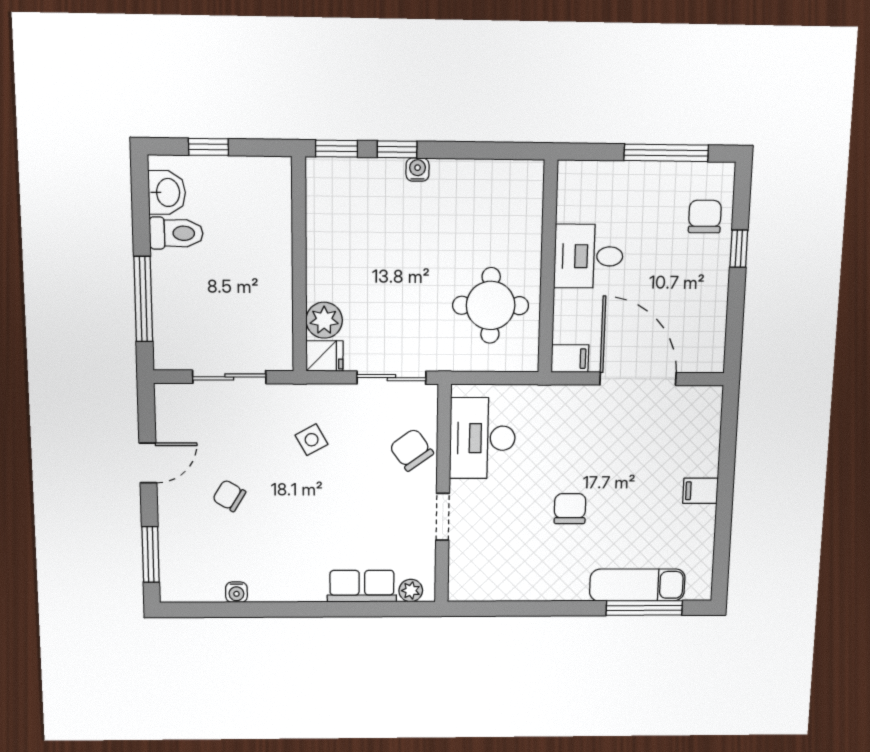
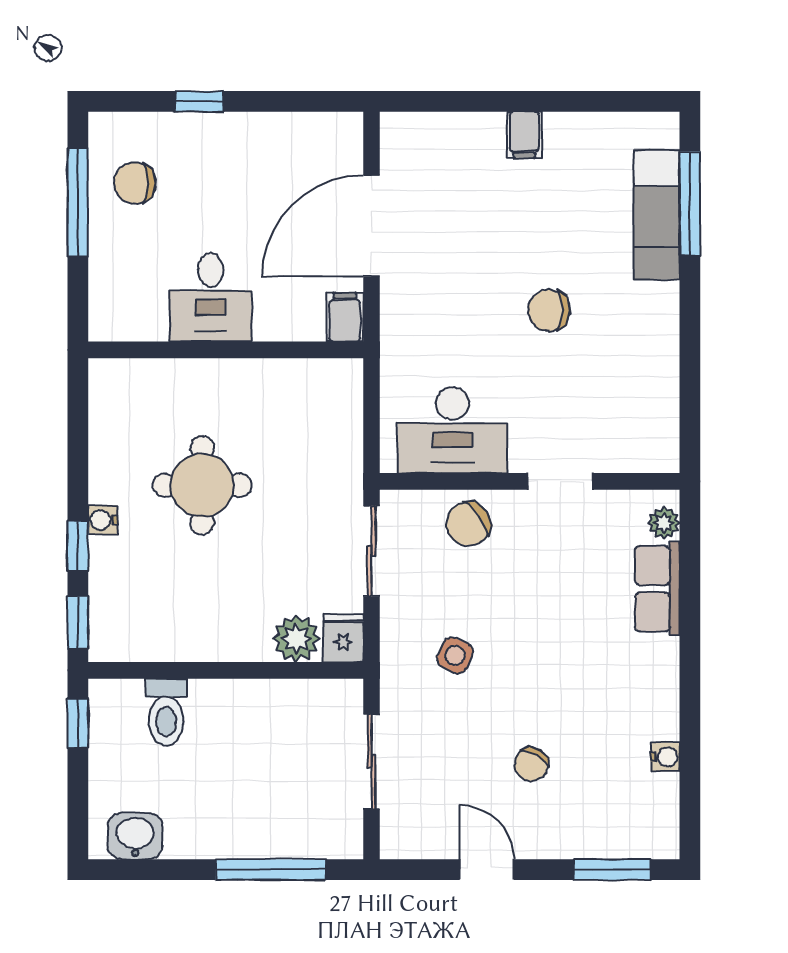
window: (208, 147) -> (78, 723), moved
chair: (705, 217) -> (135, 183), moved
toilet: (176, 233) -> (166, 712), moved, turned 180
round table: (491, 305) -> (202, 485), moved
side table: (312, 440) -> (455, 655), turned -36

